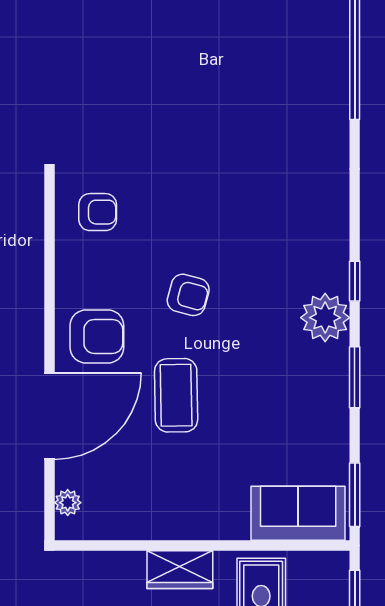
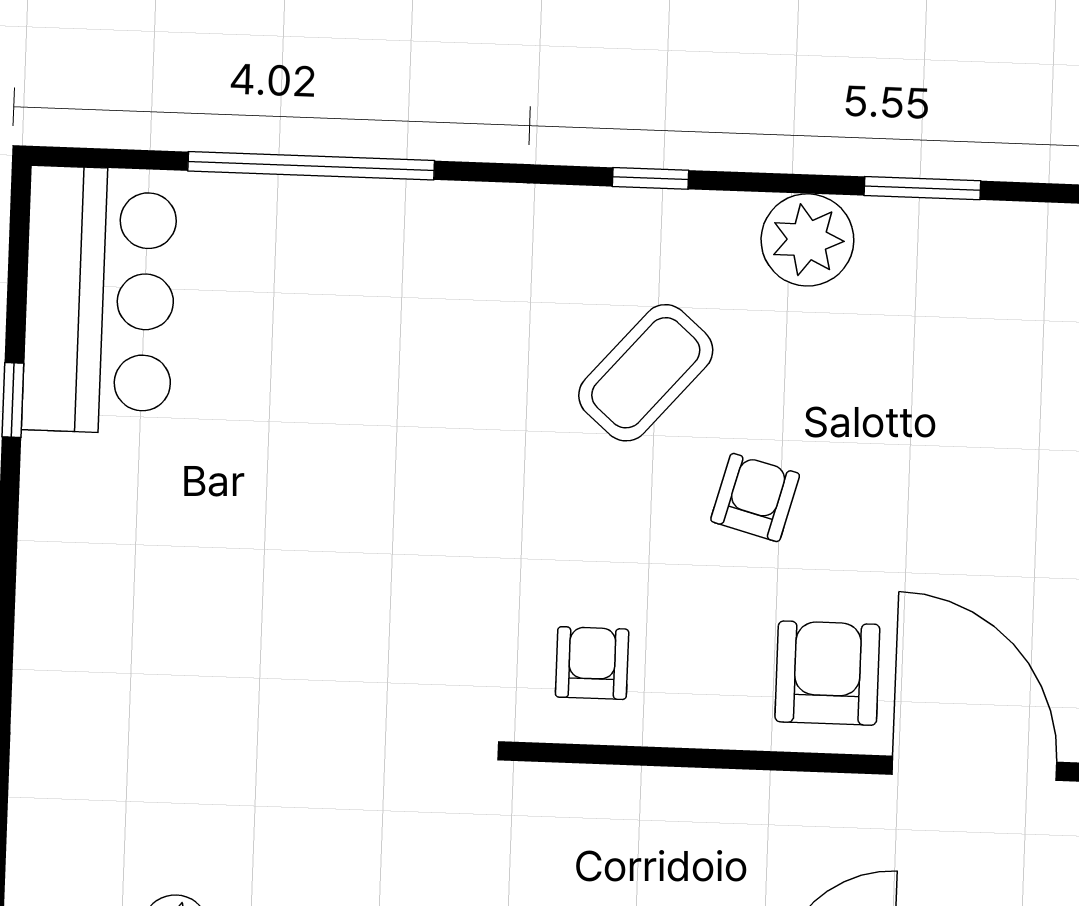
window: (355, 281) -> (651, 178), moved
coffee table: (176, 395) -> (646, 373), moved, turned -48

